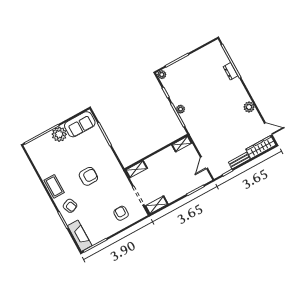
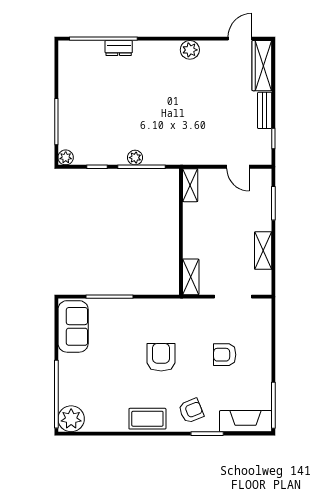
plant: (59, 134) -> (71, 419), moved
shelving: (157, 205) -> (263, 251), moved
armchair: (121, 213) -> (225, 355), moved

